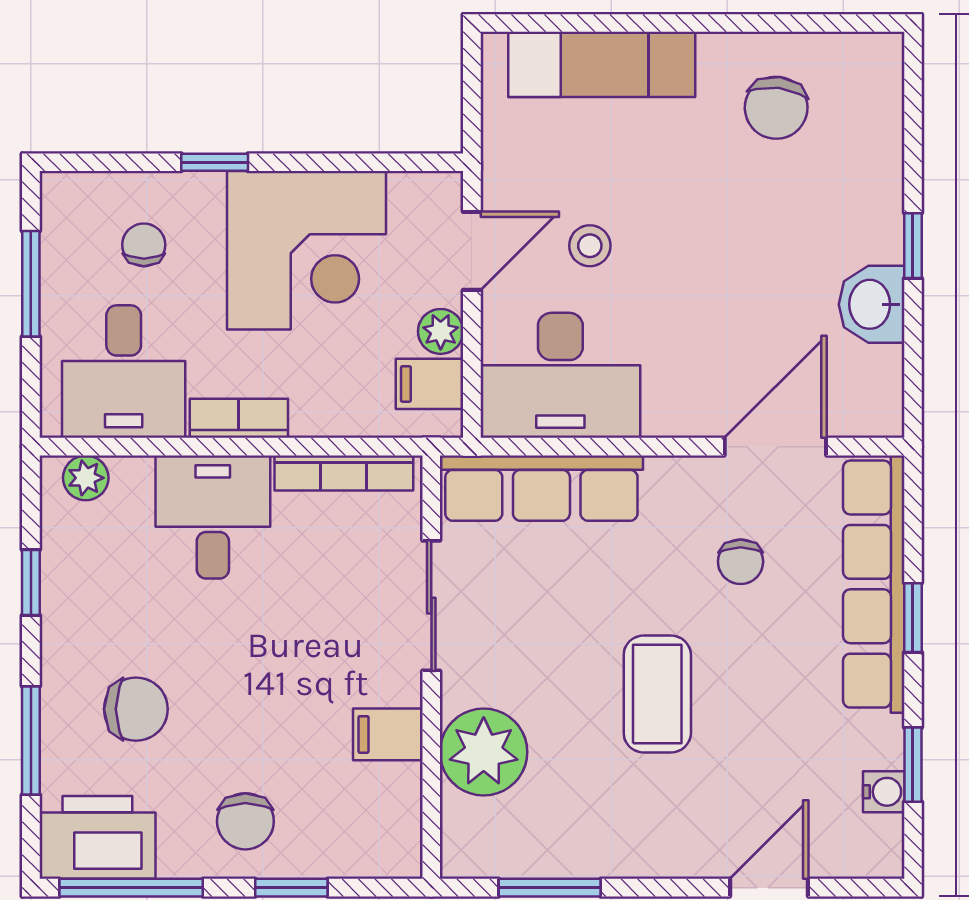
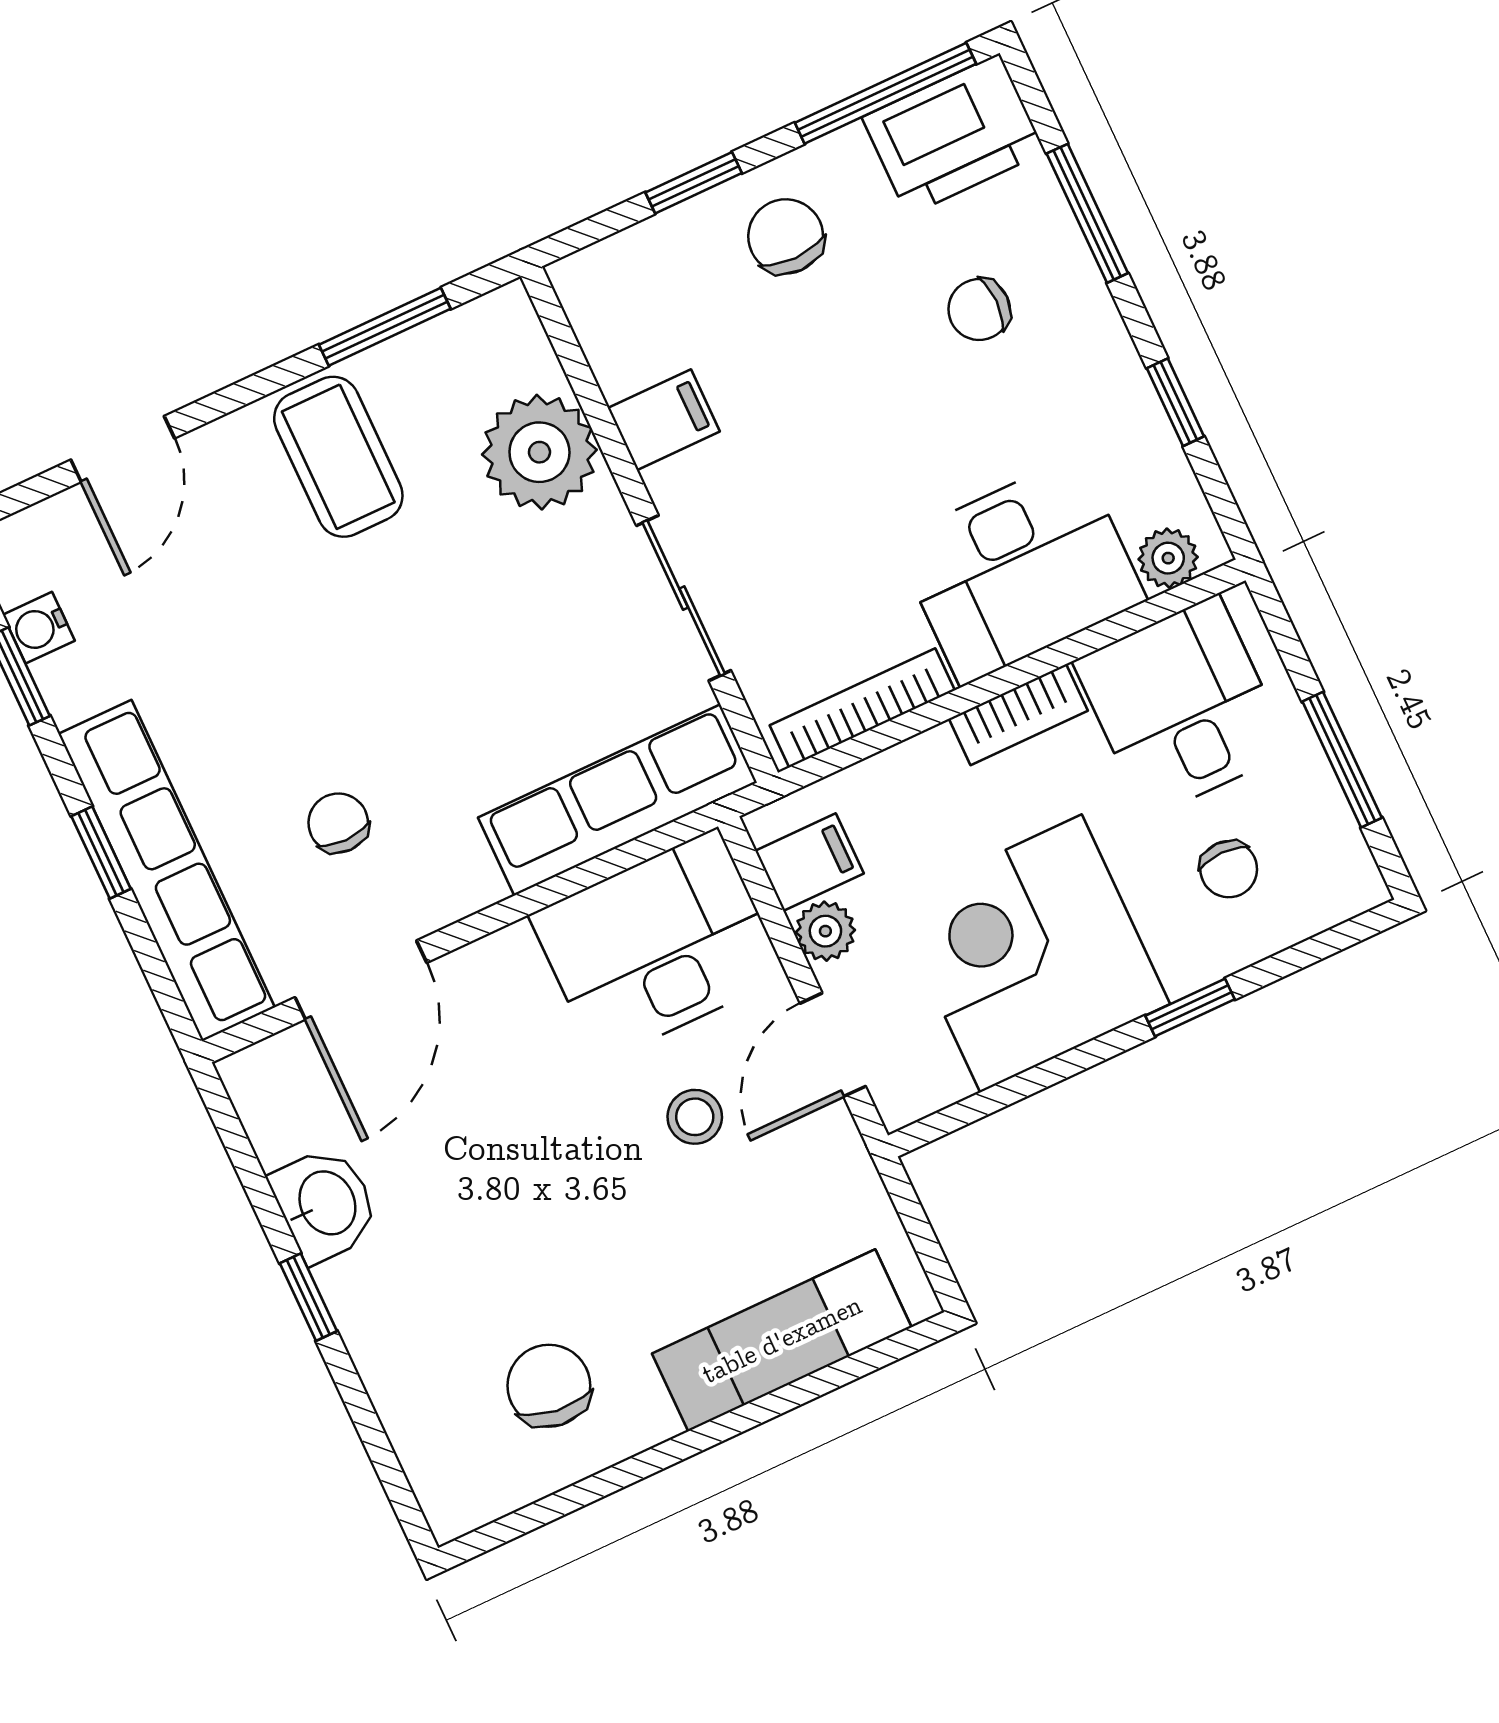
desk: (213, 517) -> (1020, 570), width x1.37
coffee table: (657, 694) -> (338, 457), moved
chair: (136, 709) -> (979, 309), width x0.73, depth x0.73

